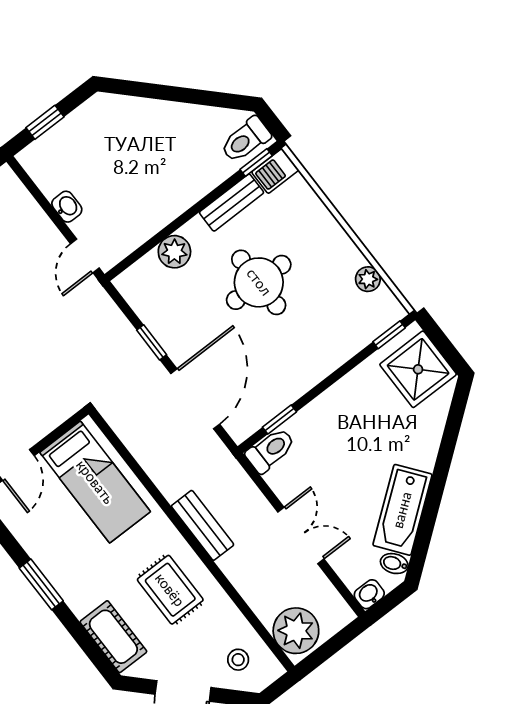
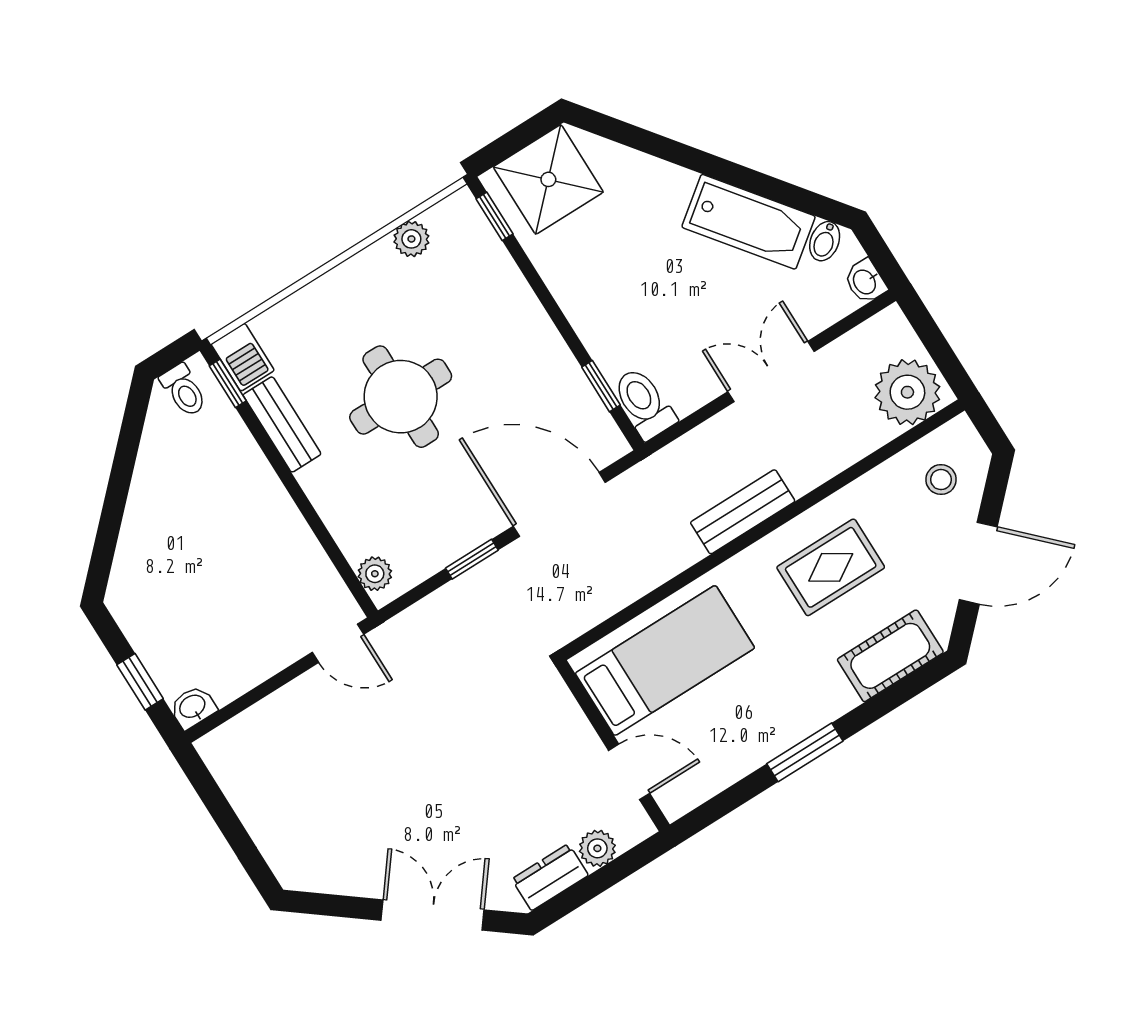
toilet: (245, 140) -> (184, 390), width x0.73, depth x0.72
washbasin: (67, 207) -> (193, 707), moved
plant: (174, 252) -> (375, 574), moved, width x0.73, depth x0.73

